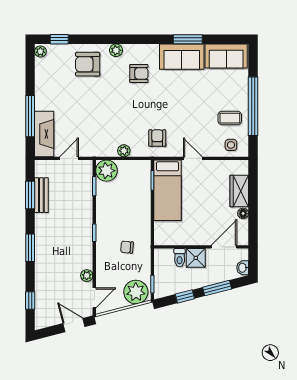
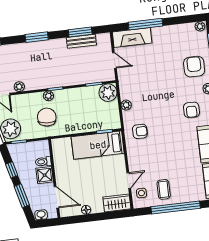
door: (193, 158) -> (129, 180), moved
wardrobe: (239, 191) -> (117, 203), moved
plant: (102, 242) -> (48, 96), added
chair: (127, 247) -> (47, 117), width x1.87, depth x1.87

